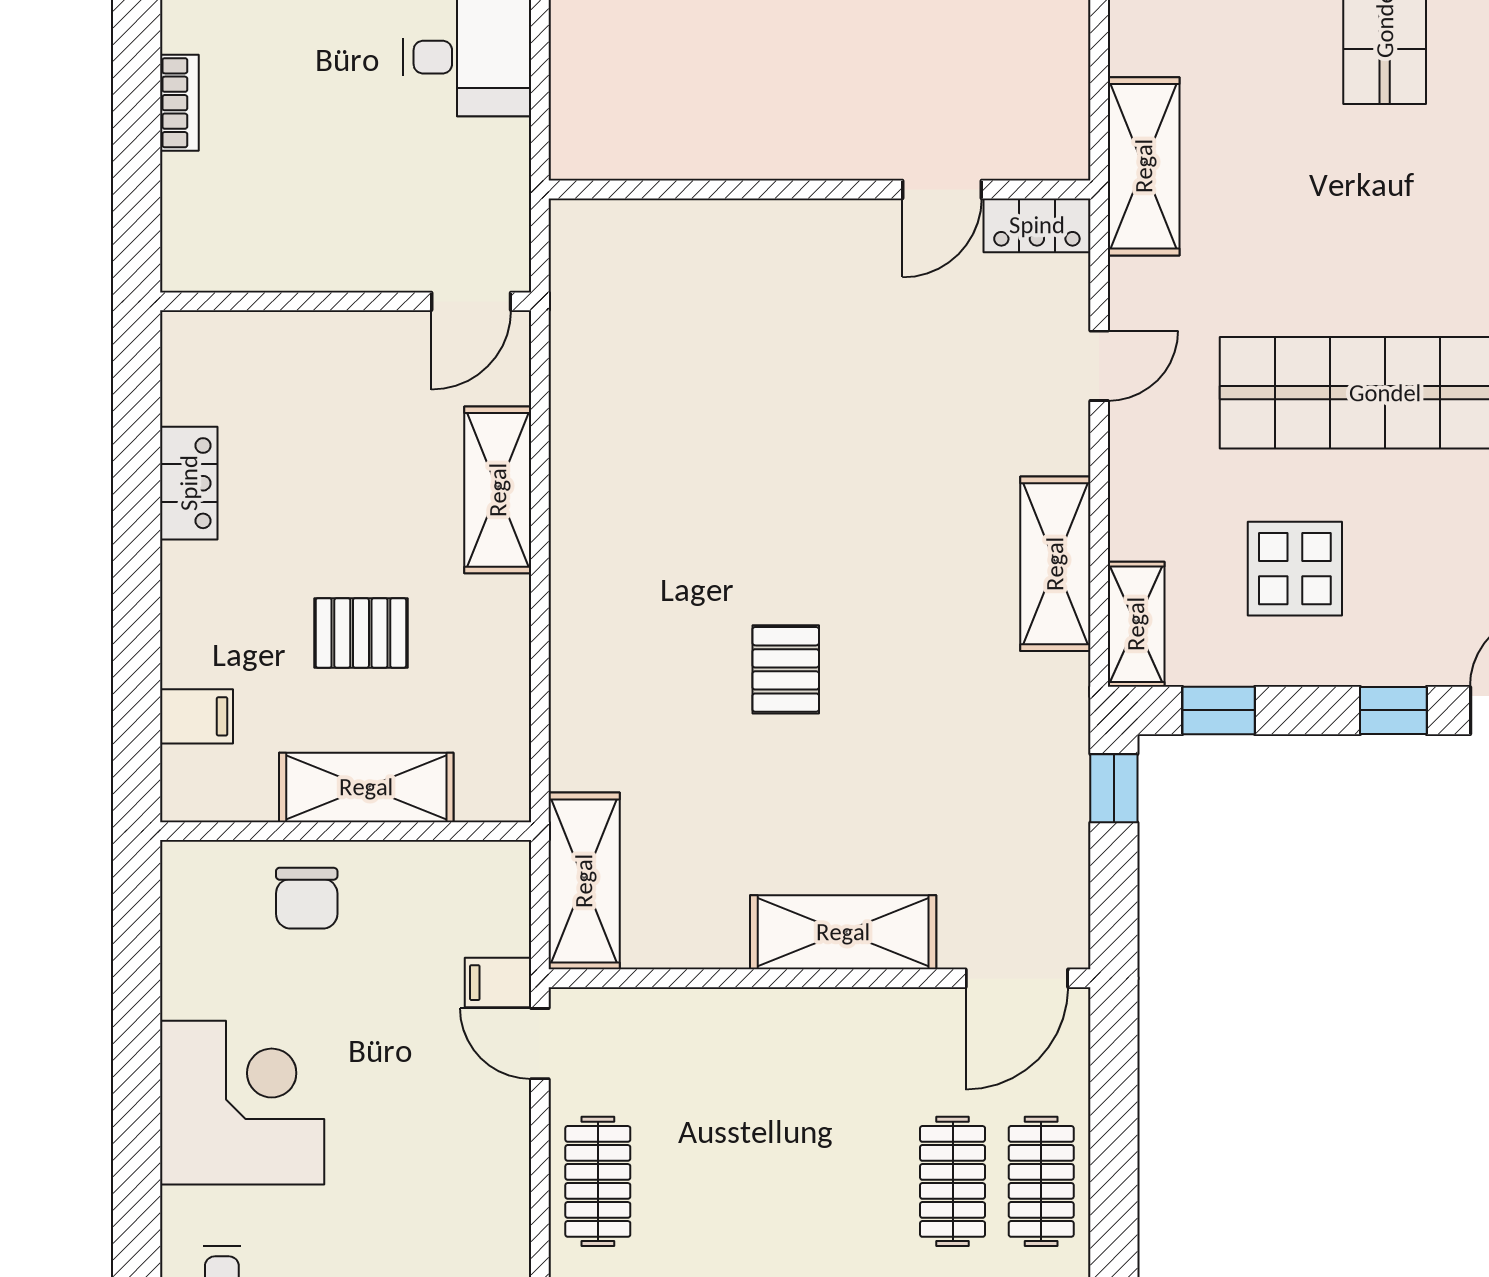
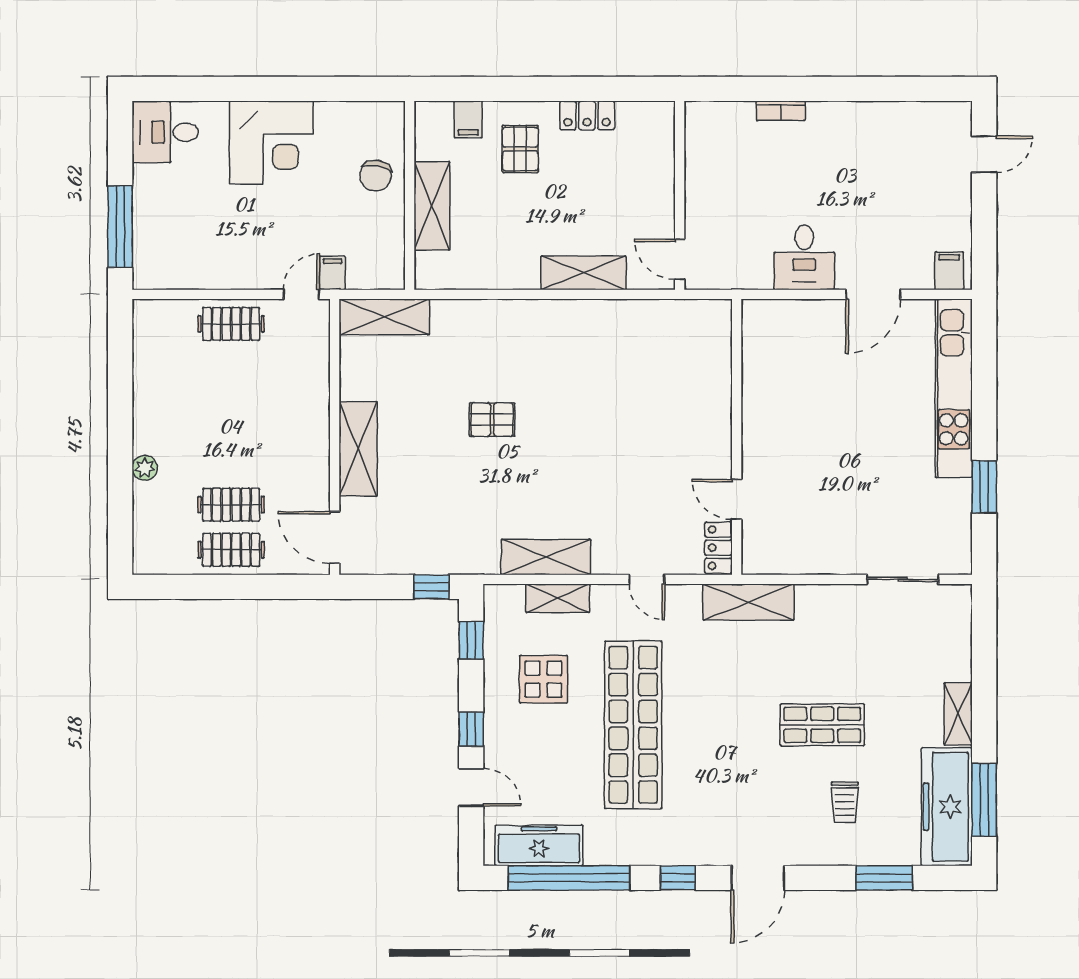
shelving: (1136, 624) -> (558, 598), moved
pallet: (361, 633) -> (520, 149), moved
chair: (307, 898) -> (376, 175), turned -79

